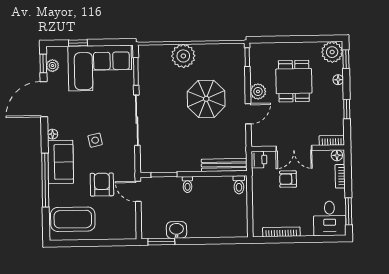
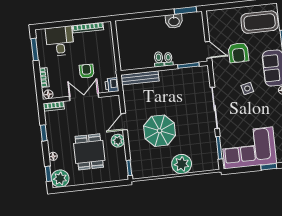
armchair: (288, 179) -> (87, 71), turned -90
toilet: (239, 185) -> (159, 59), moved
desk: (330, 218) -> (60, 41), moved

